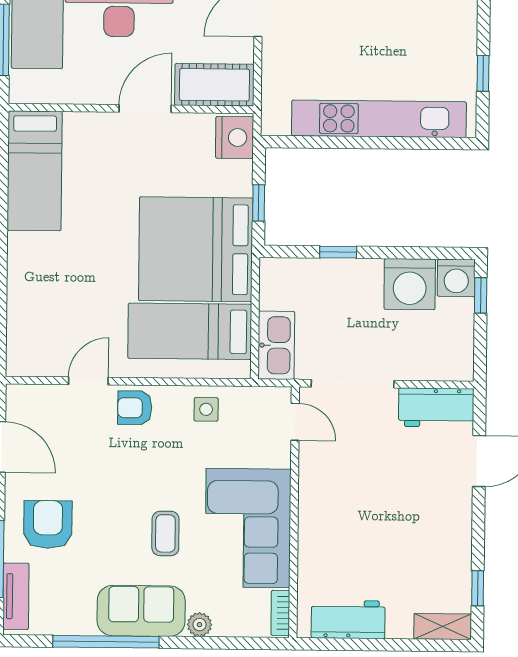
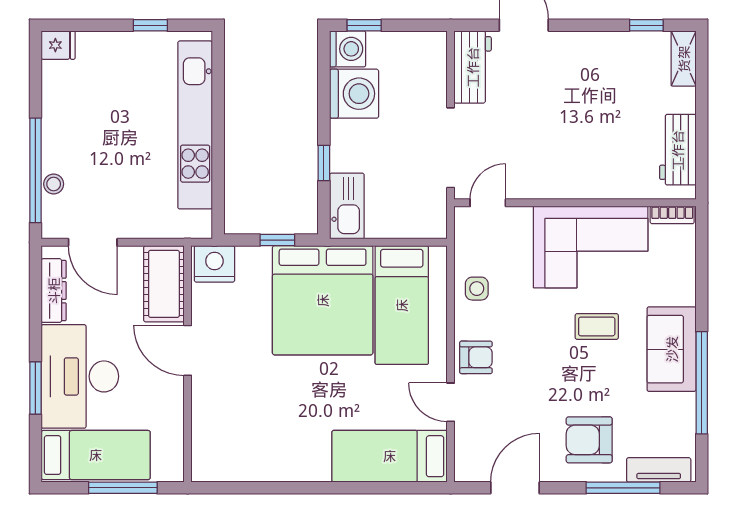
bed: (35, 171) -> (390, 456), moved, turned 180
kitchen sink: (276, 345) -> (347, 206), moved, turned 90
armchair: (135, 408) -> (476, 357), turned -90
plant: (199, 625) -> (684, 293), removed

